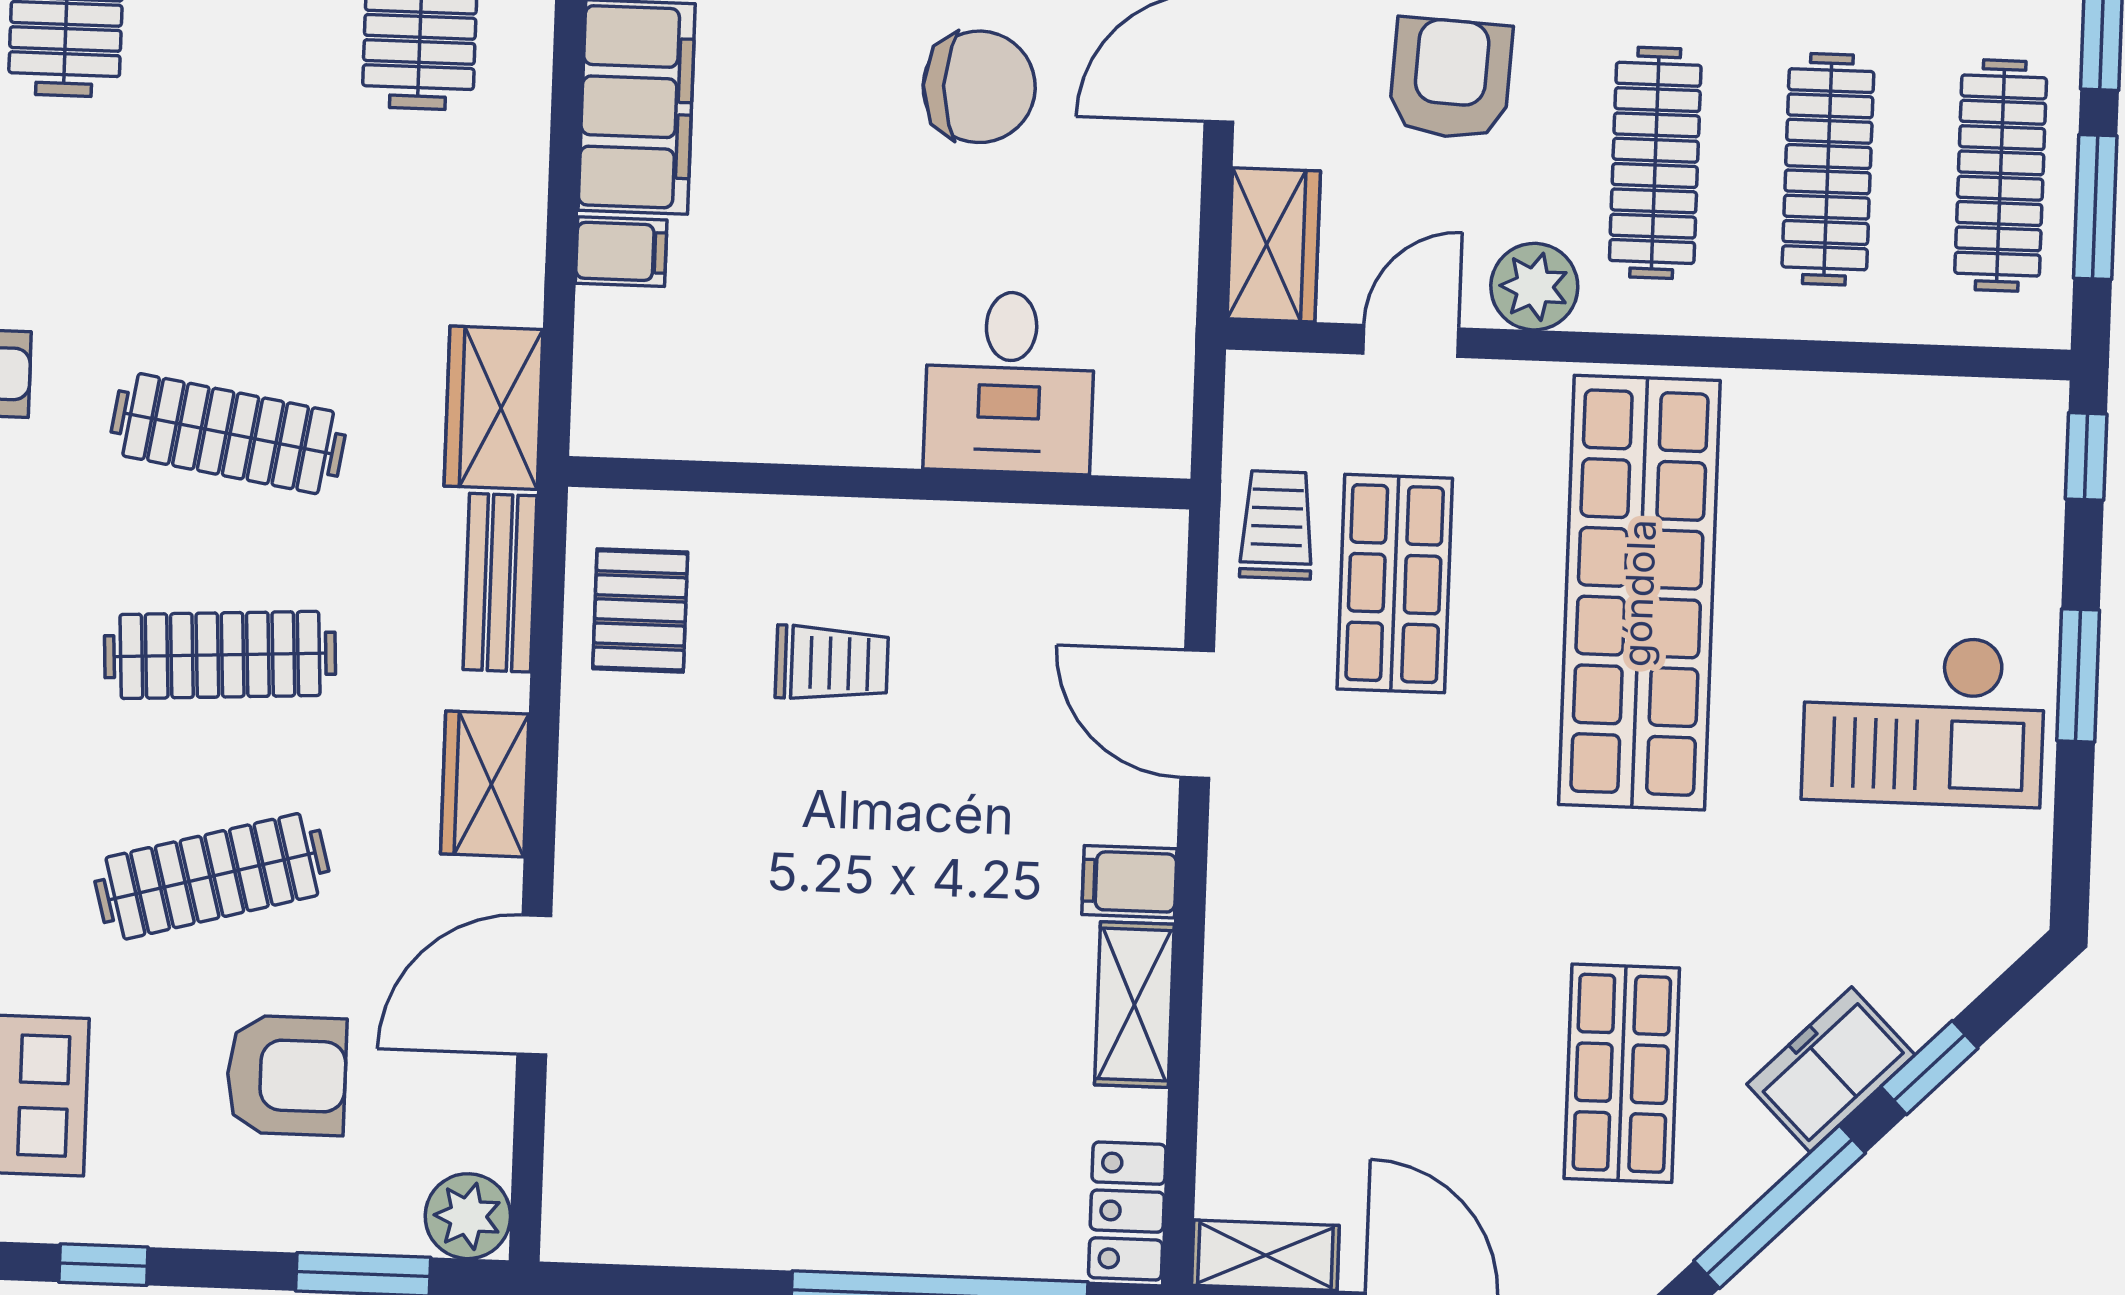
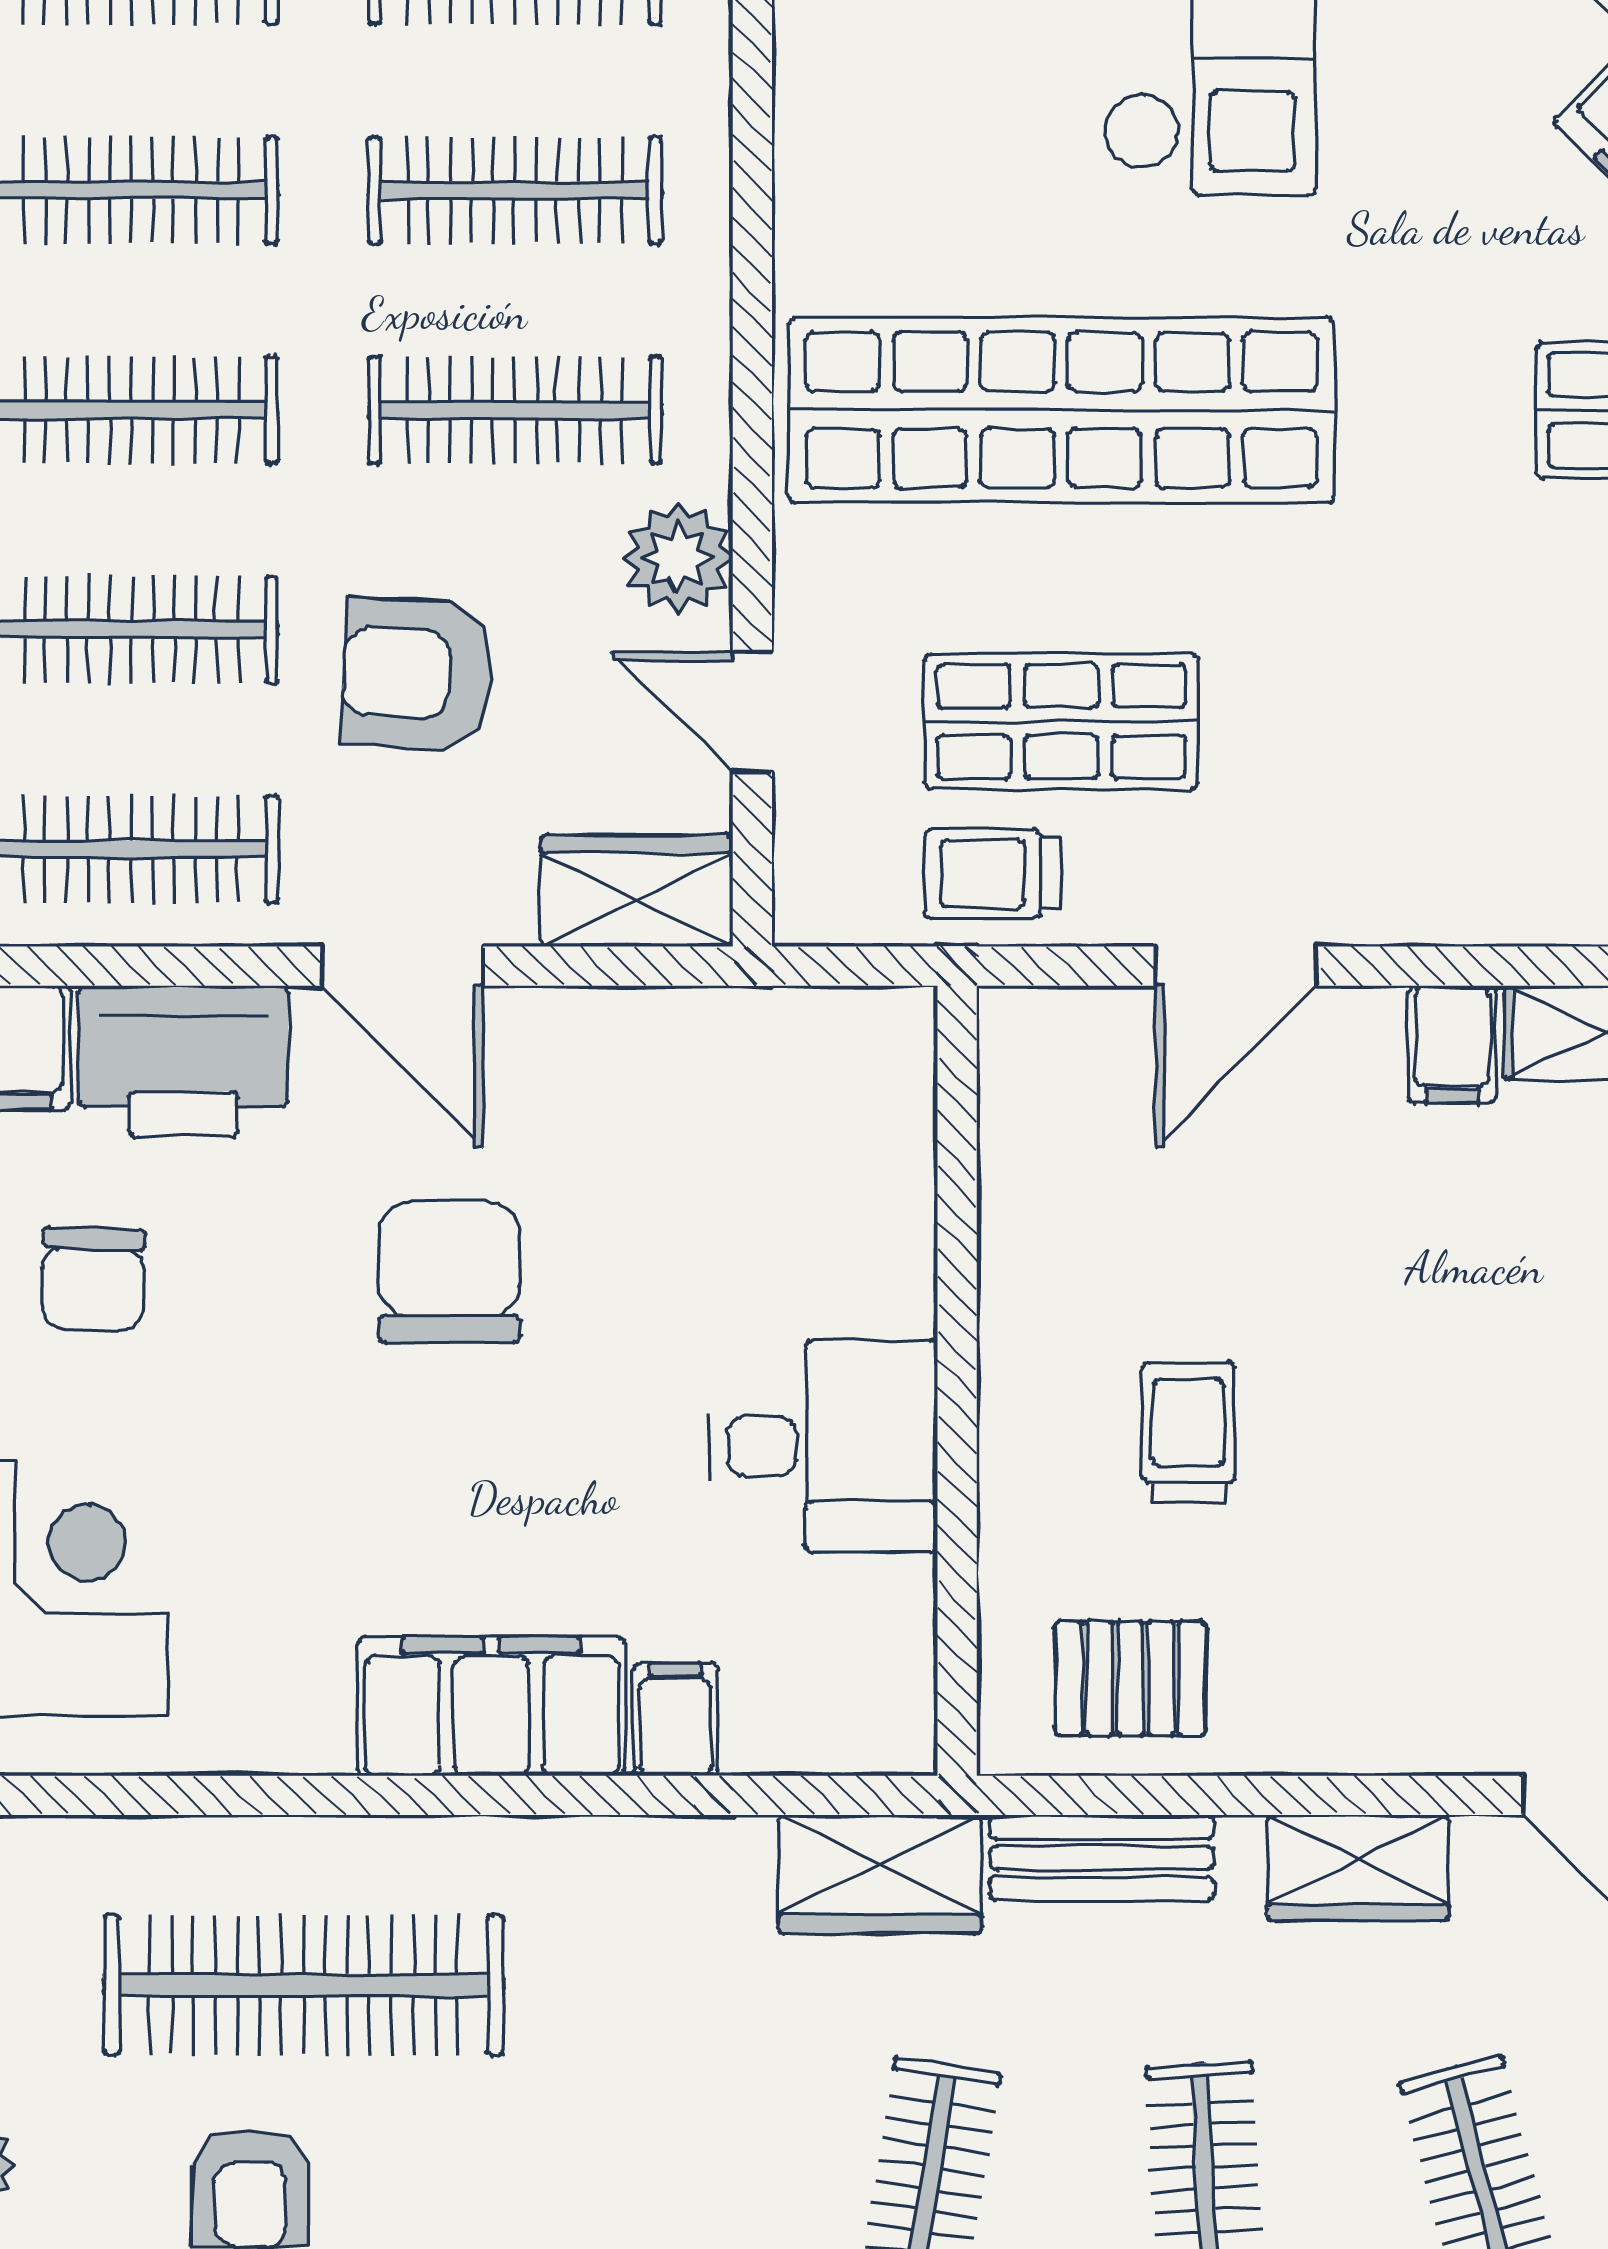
desk: (1010, 382) -> (823, 1446), moved

